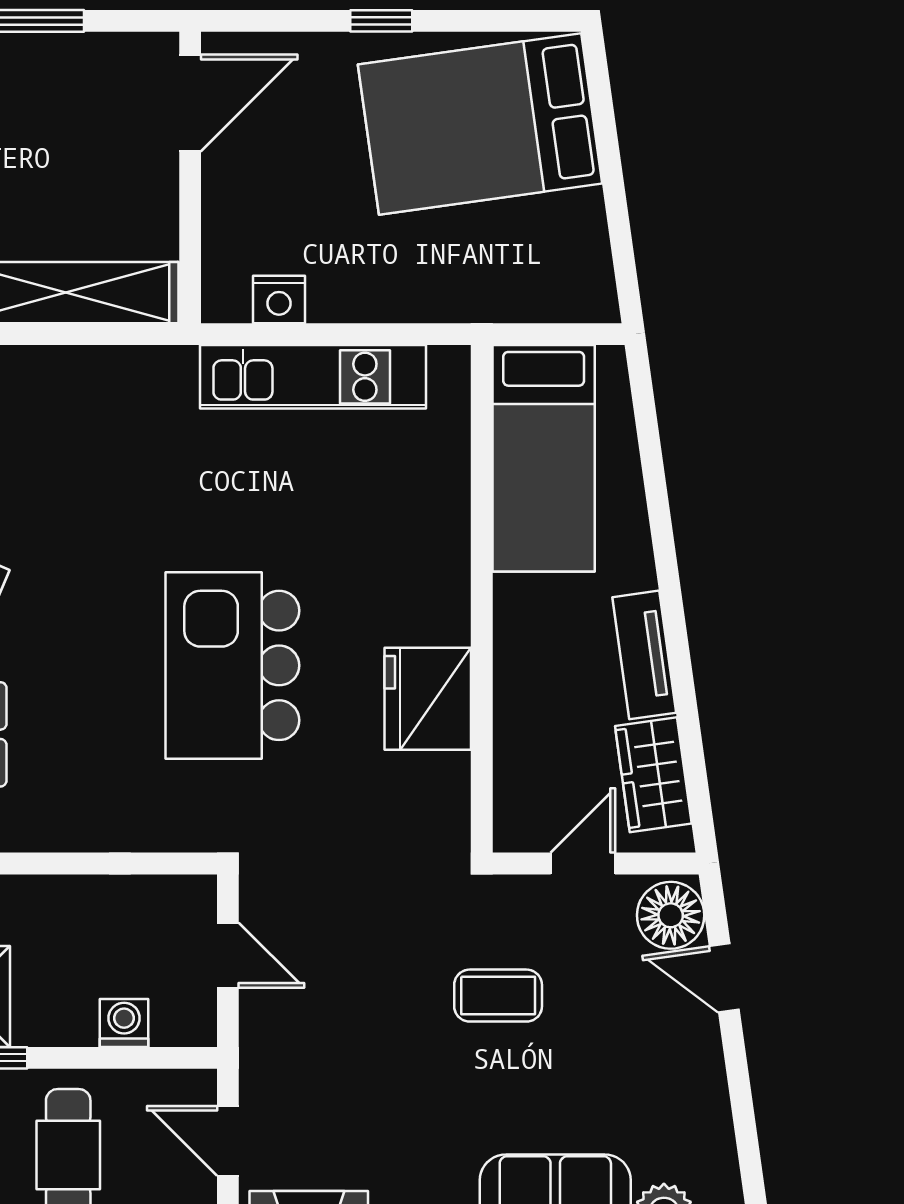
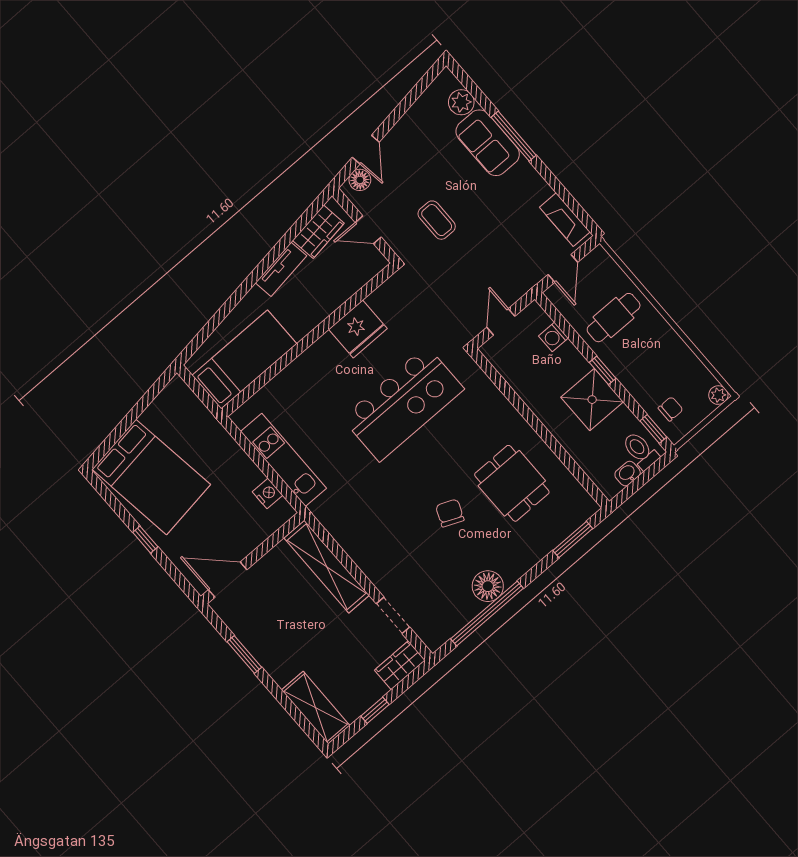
kitchen island: (232, 665) -> (403, 404), width x1.37
floor lamp: (671, 915) -> (360, 180), width x0.73, depth x0.73

